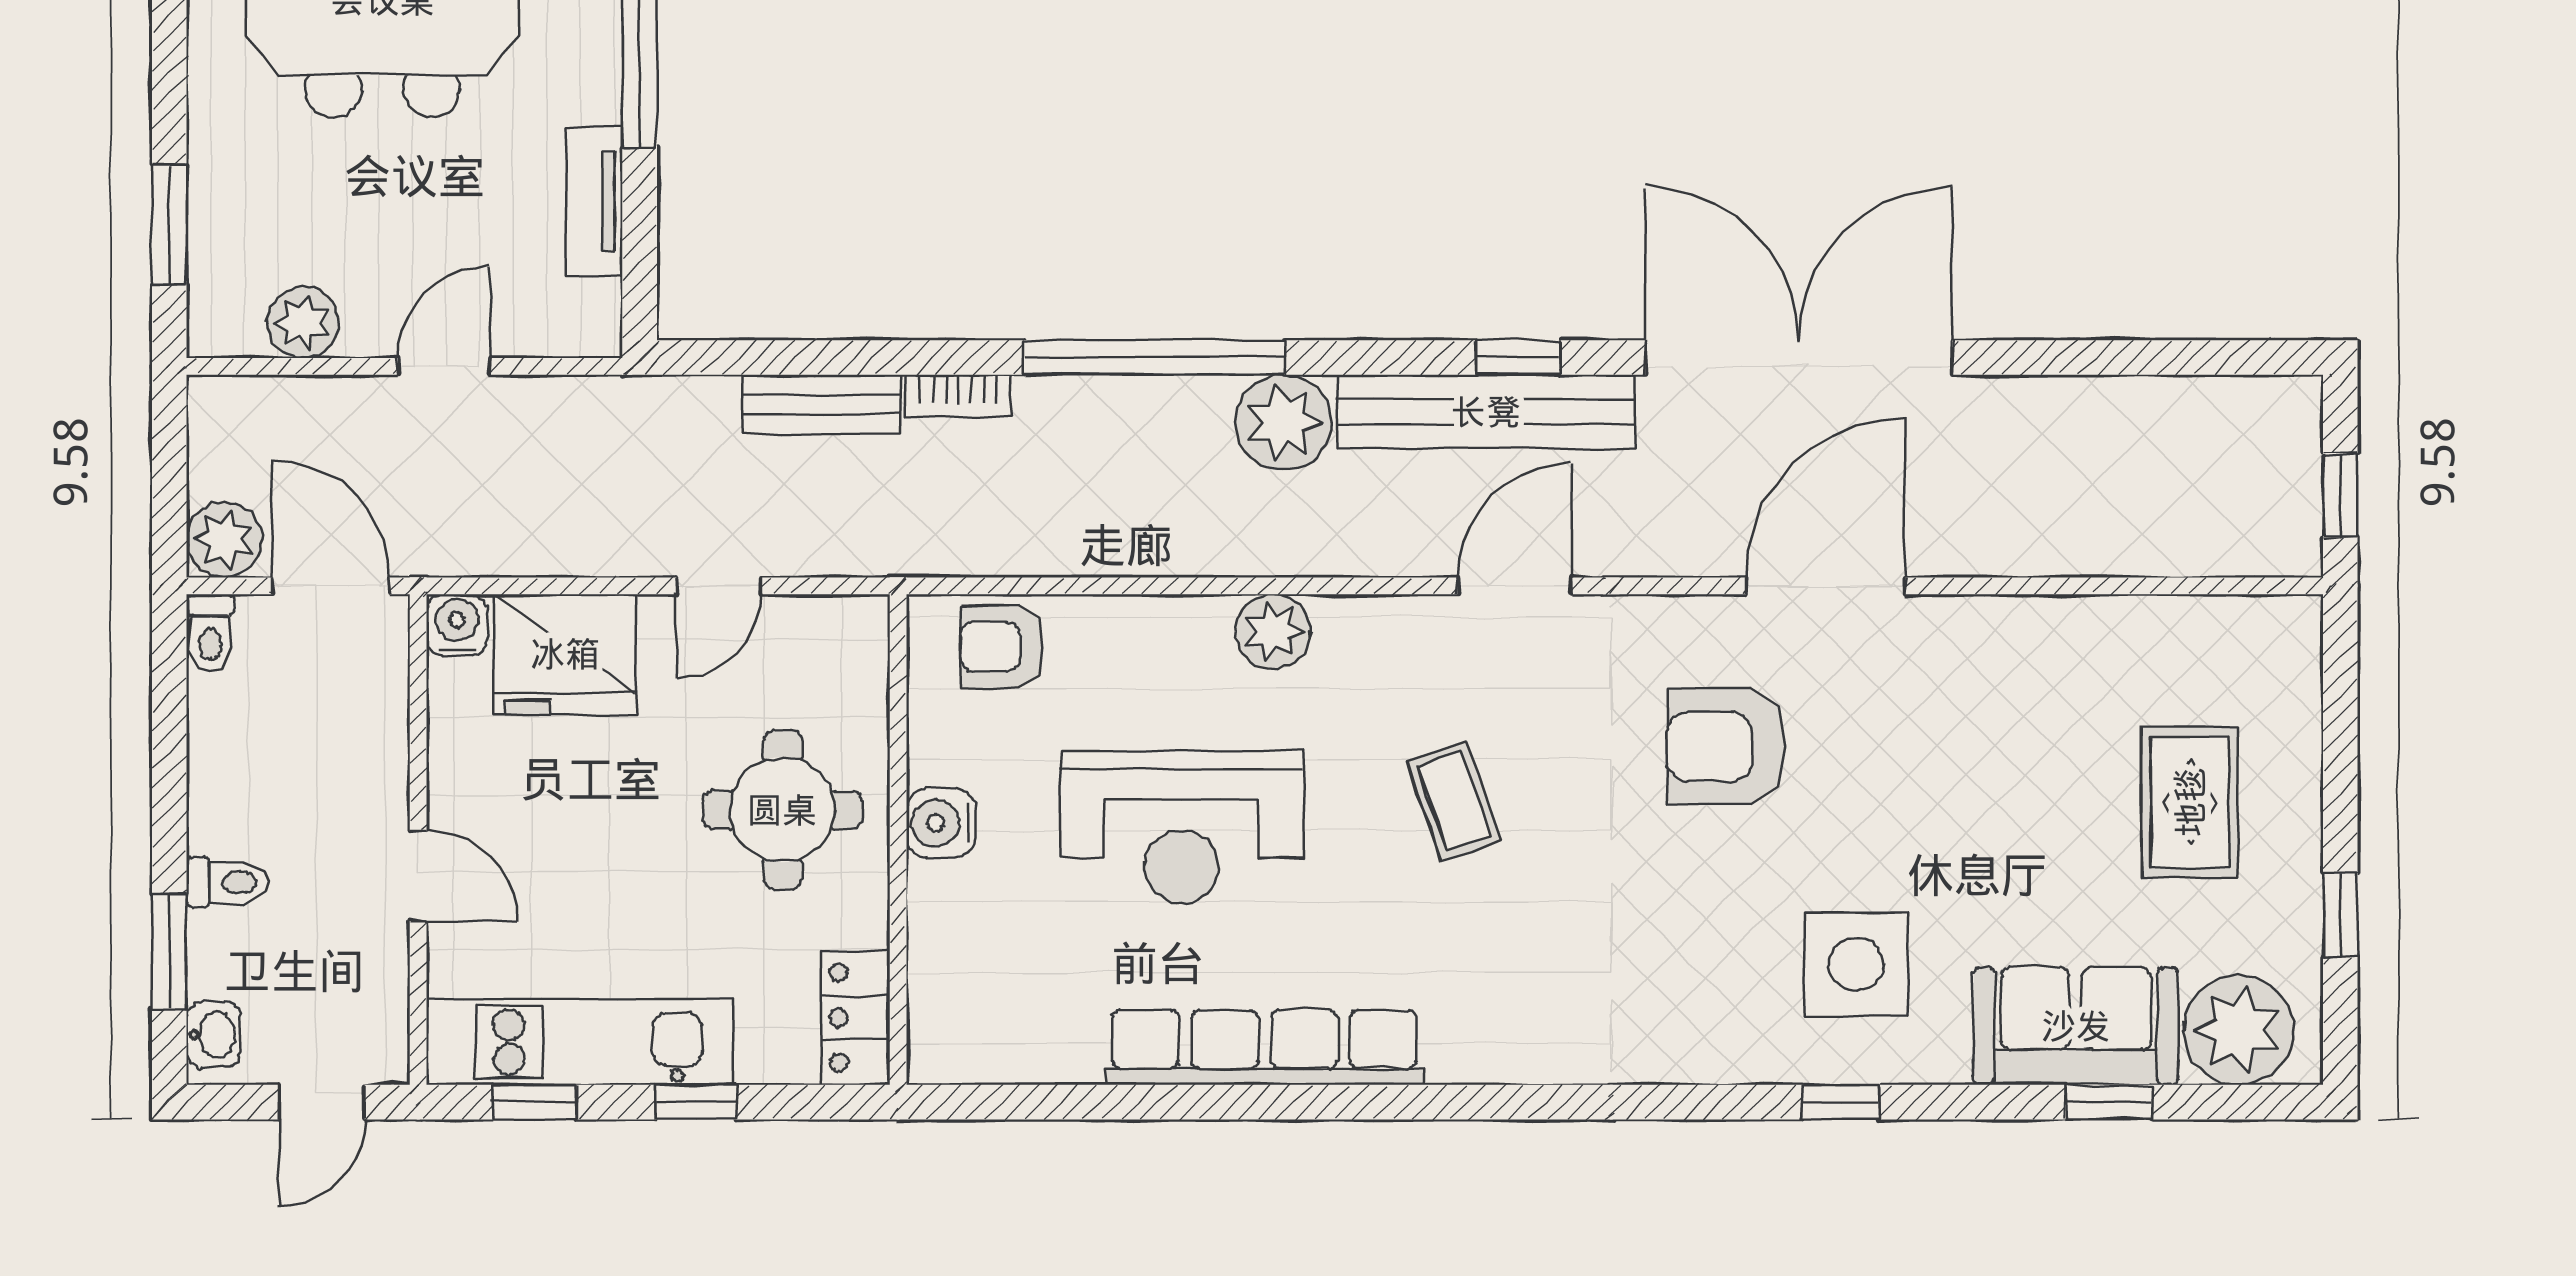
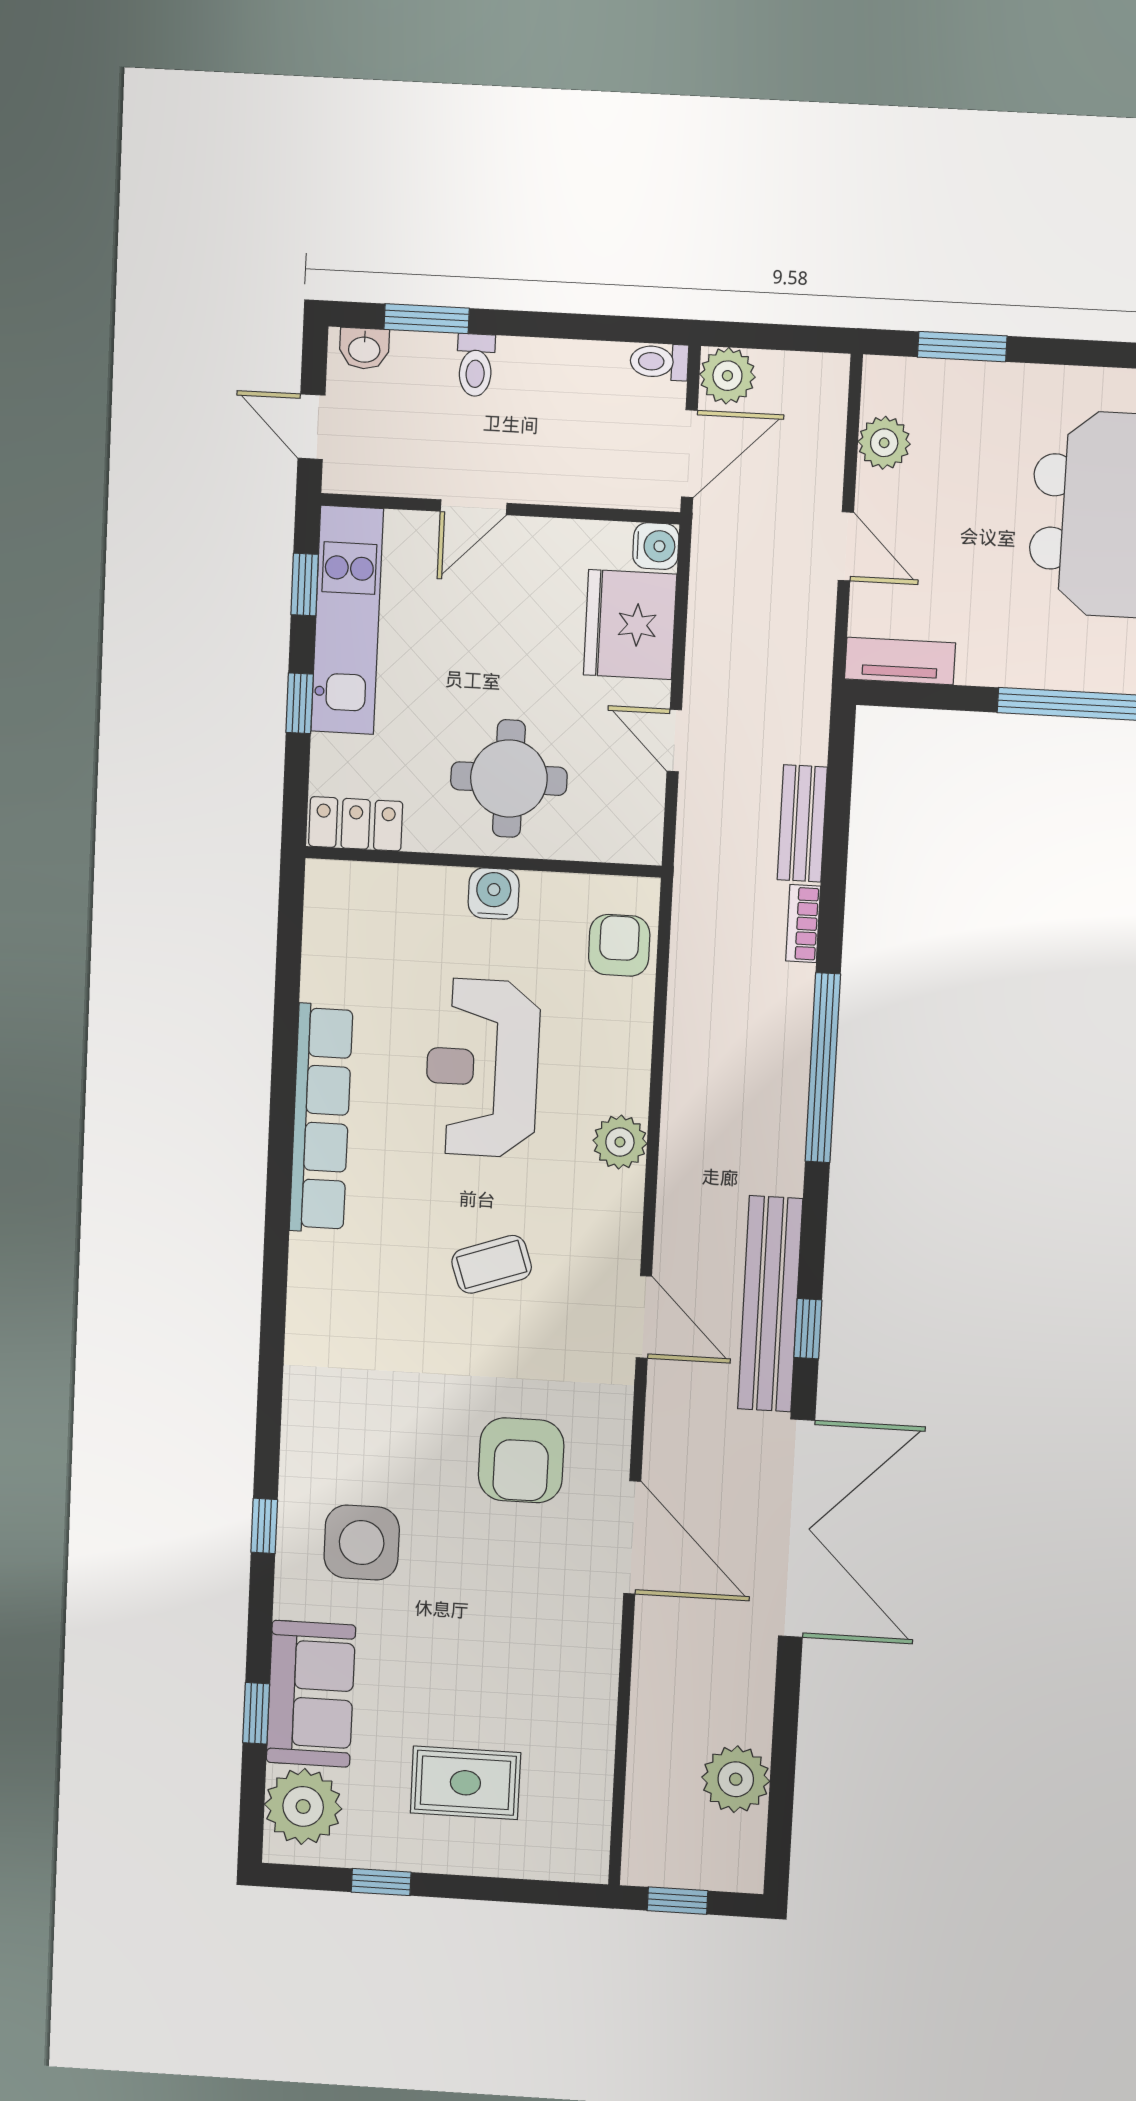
tv unit: (594, 201) -> (900, 661), moved
plant: (1283, 423) -> (736, 1779), moved
armchair: (1726, 747) -> (521, 1460), turned 180

